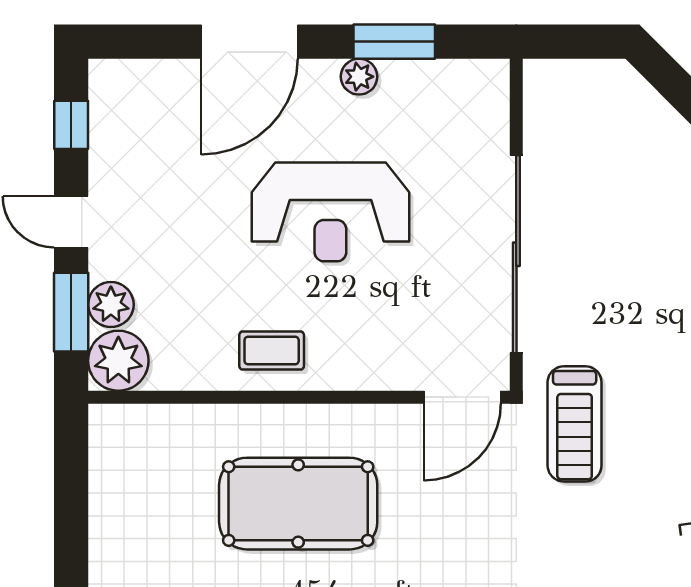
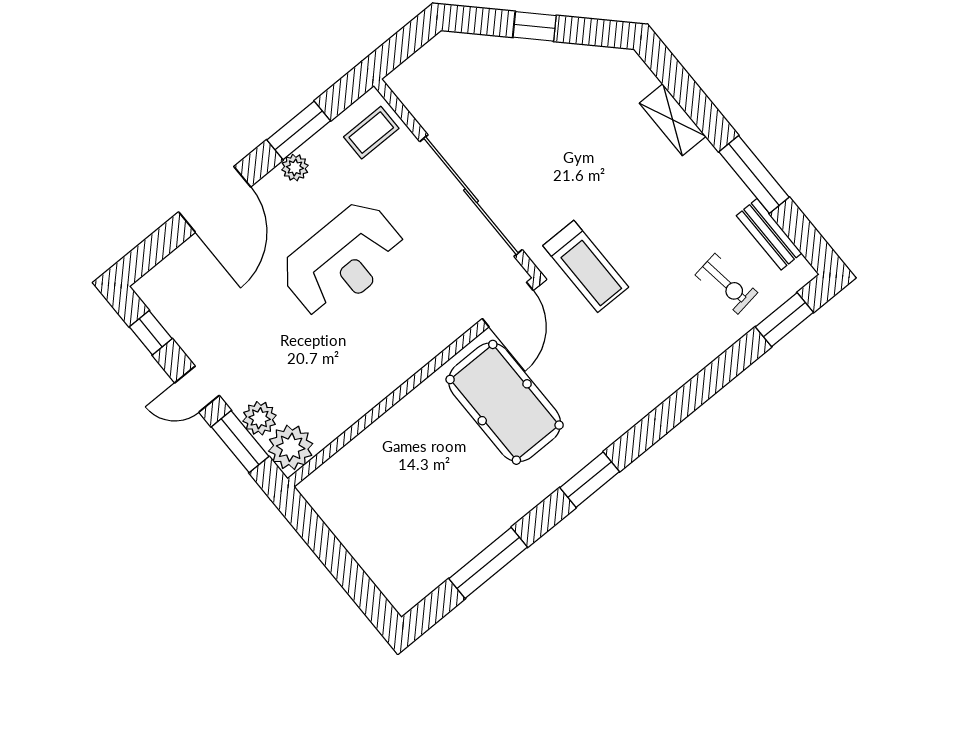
coffee table: (272, 351) -> (371, 133), moved
pool table: (298, 504) -> (505, 402), moved, turned 90

